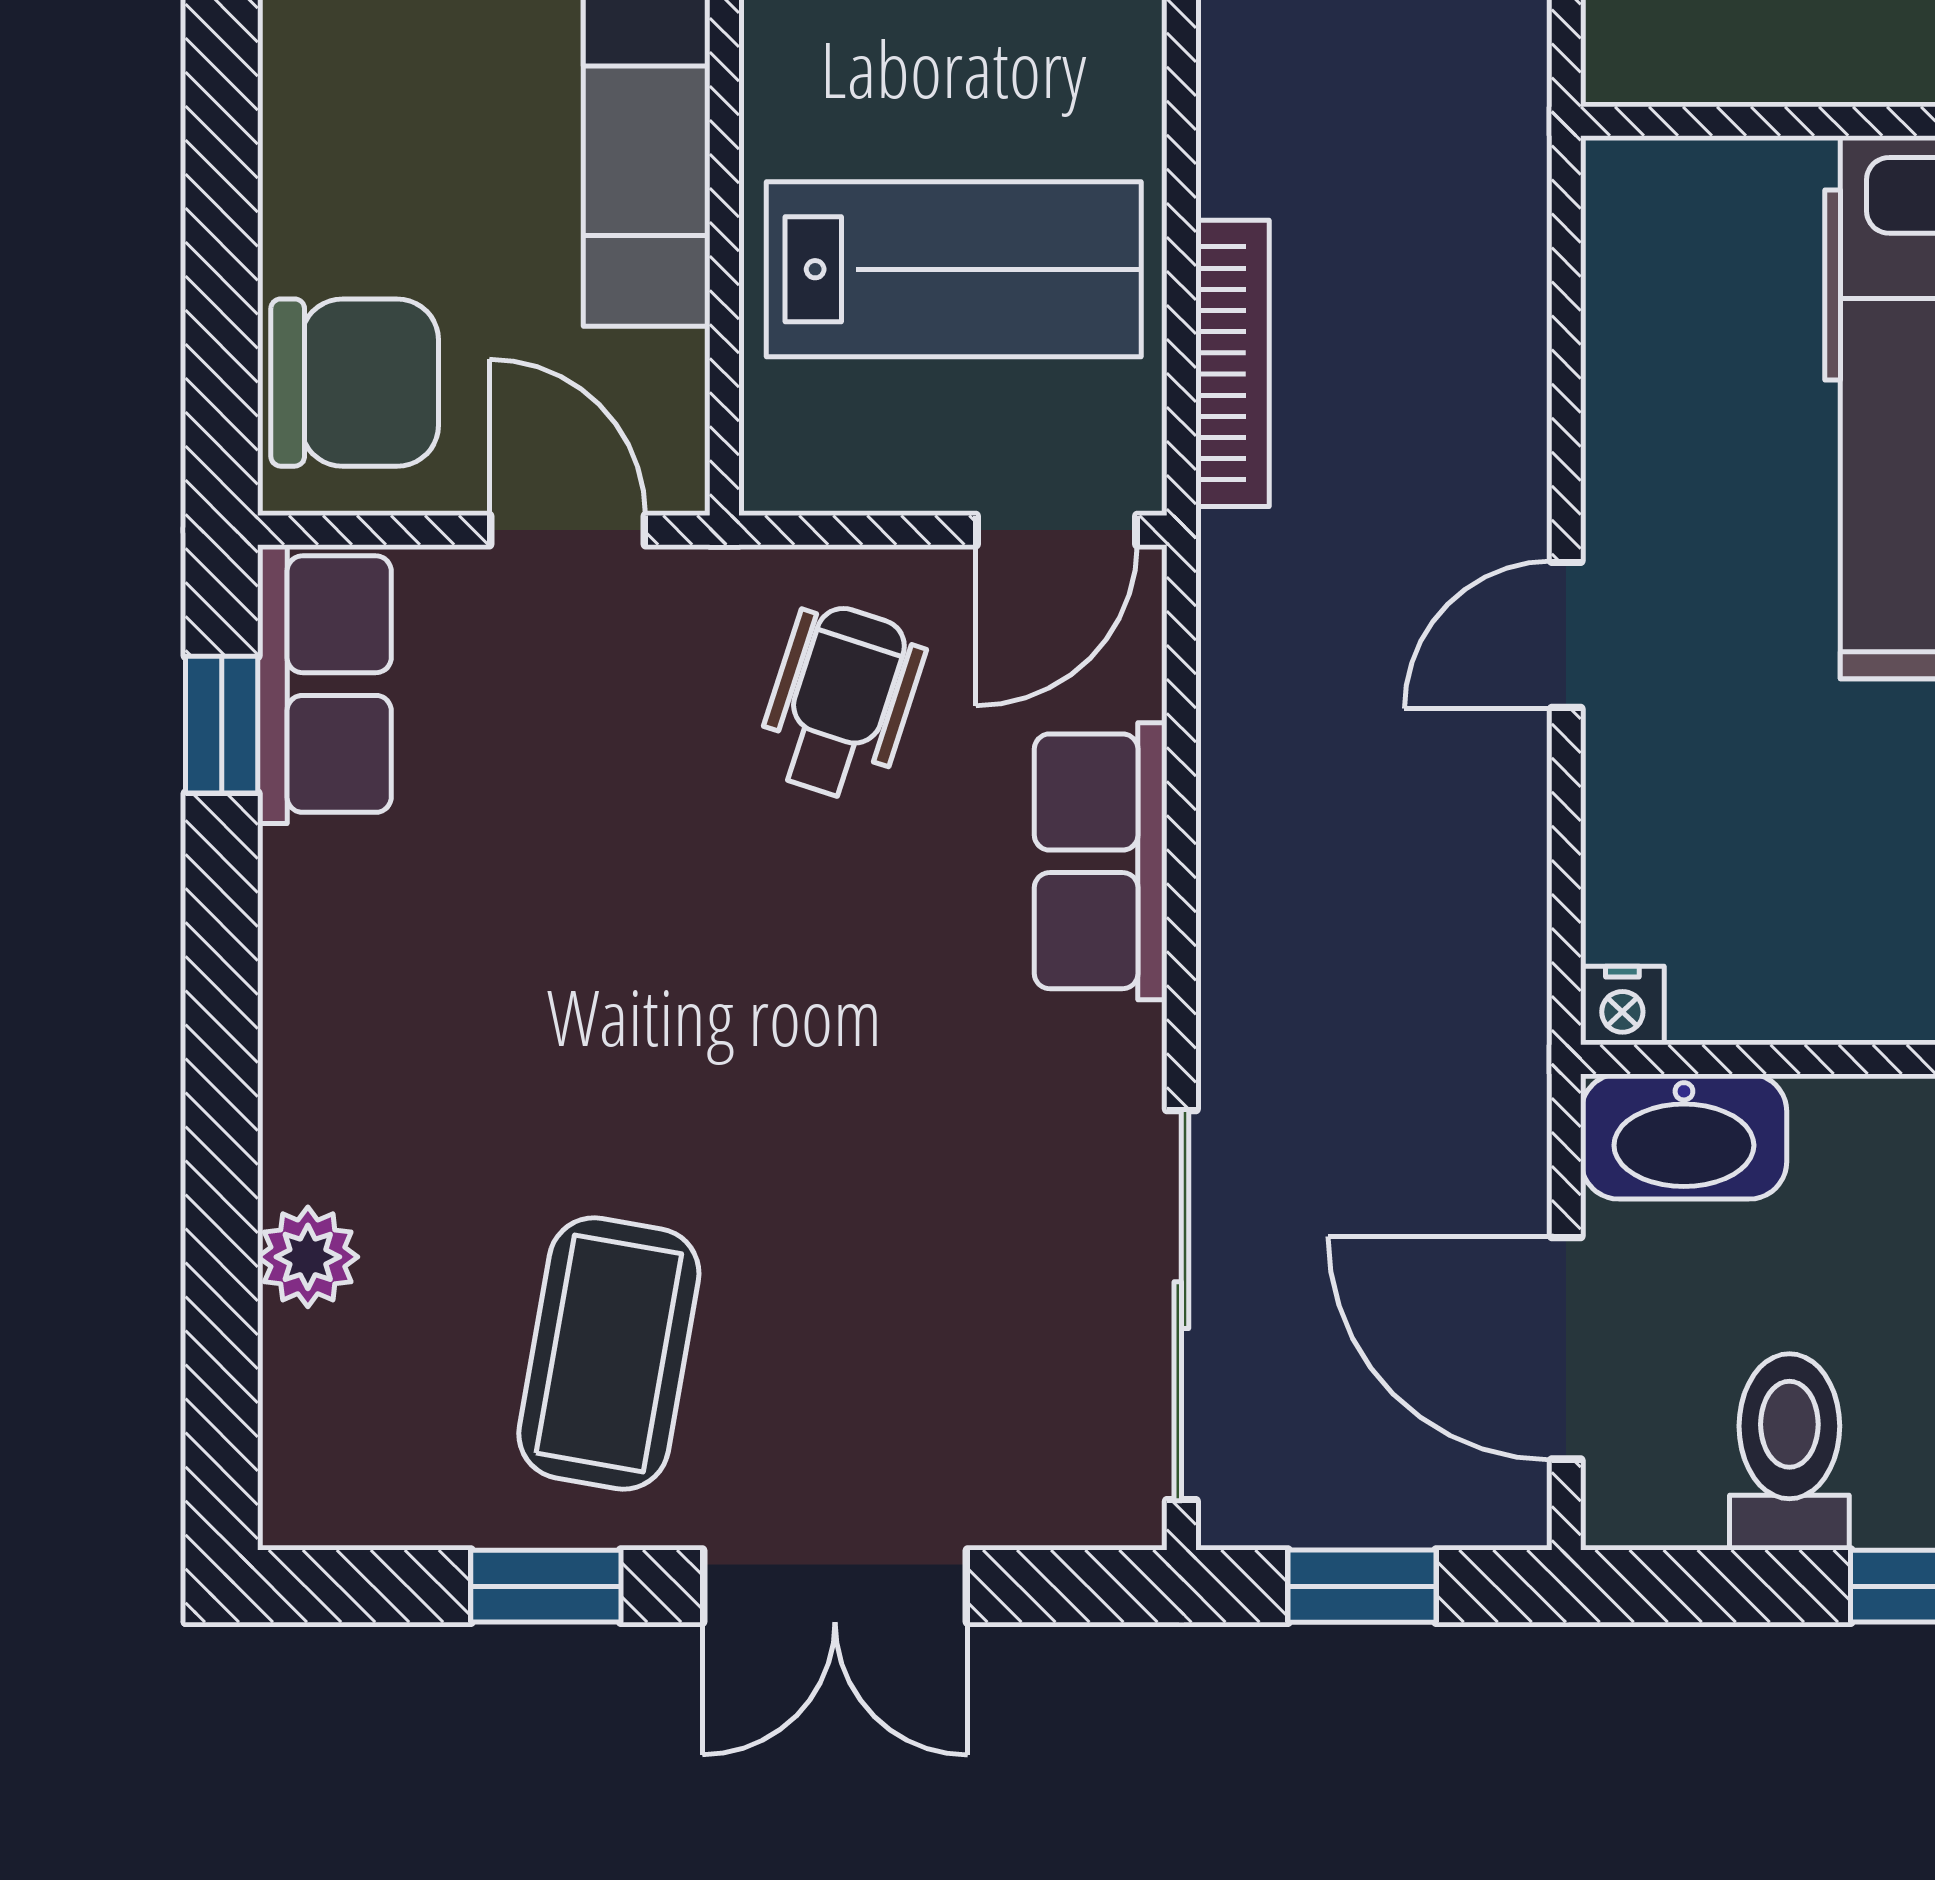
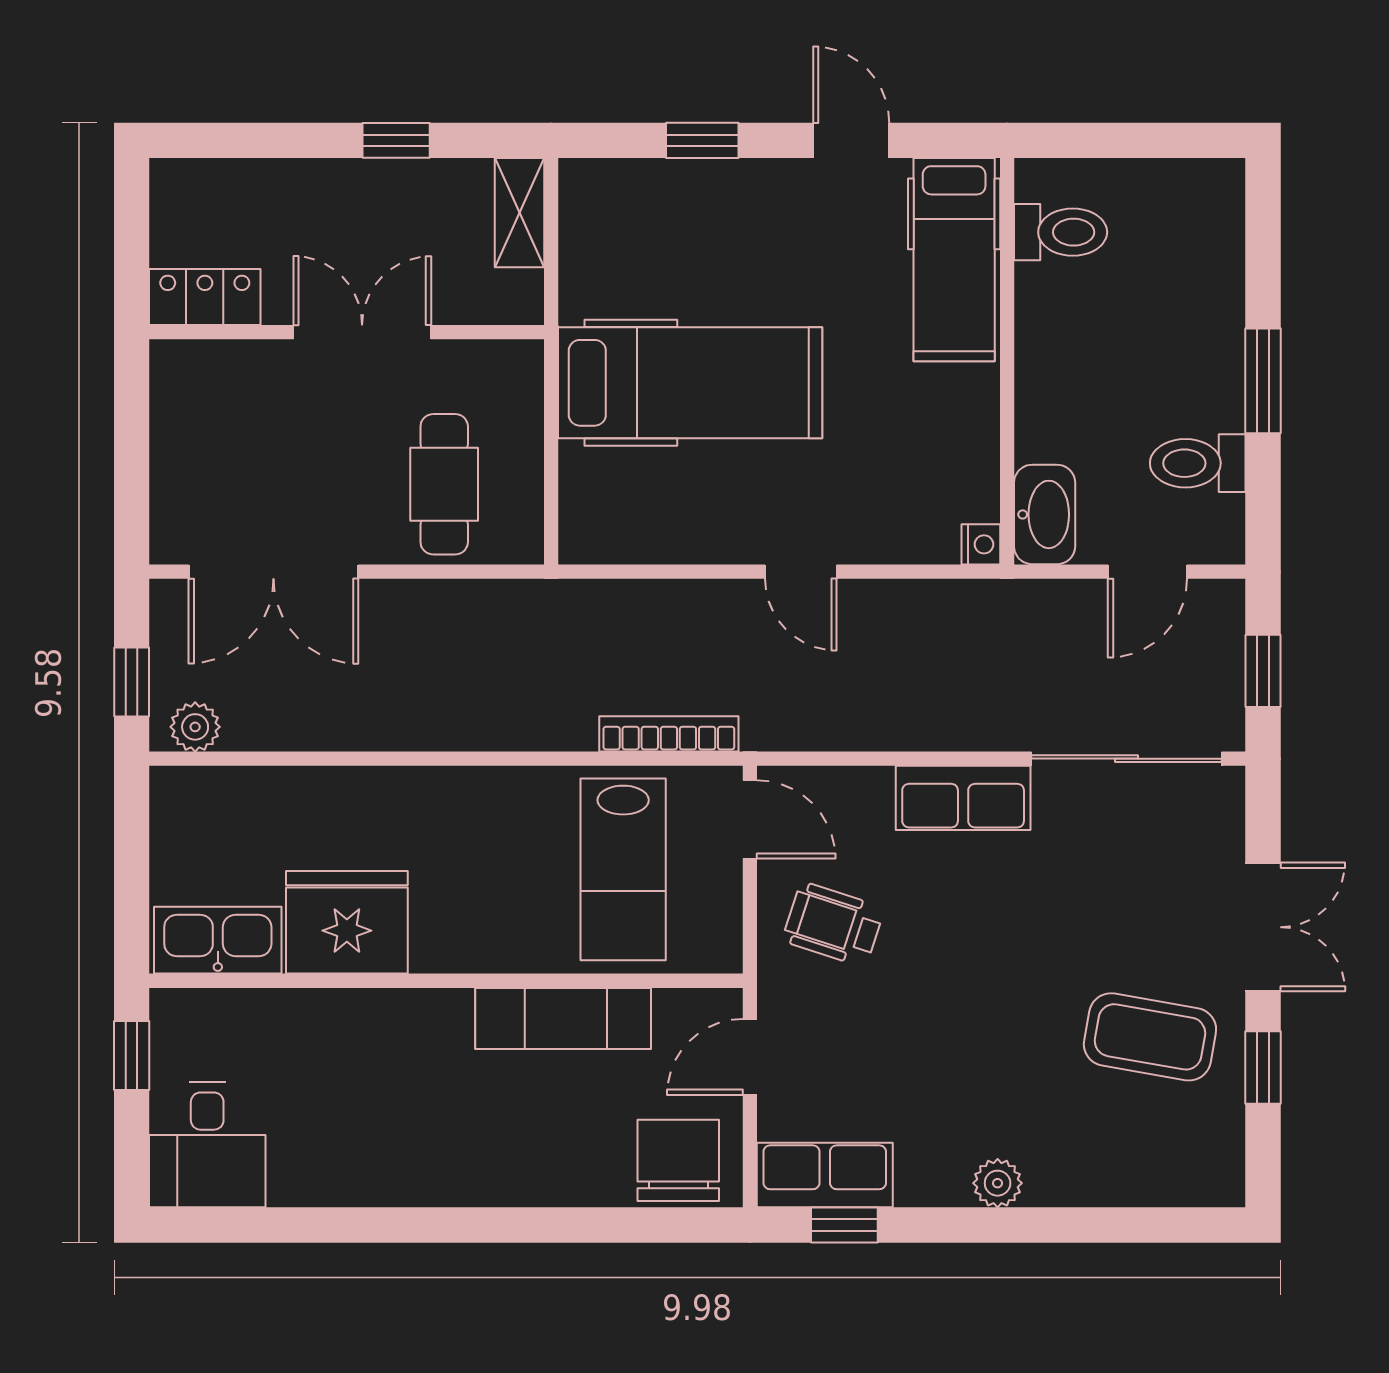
lab bench: (954, 269) -> (623, 869), turned 180
row of seats: (1101, 861) -> (963, 798), moved
plant: (308, 1257) -> (998, 1183), moved
door: (1566, 1348) -> (1147, 572), width x0.73

